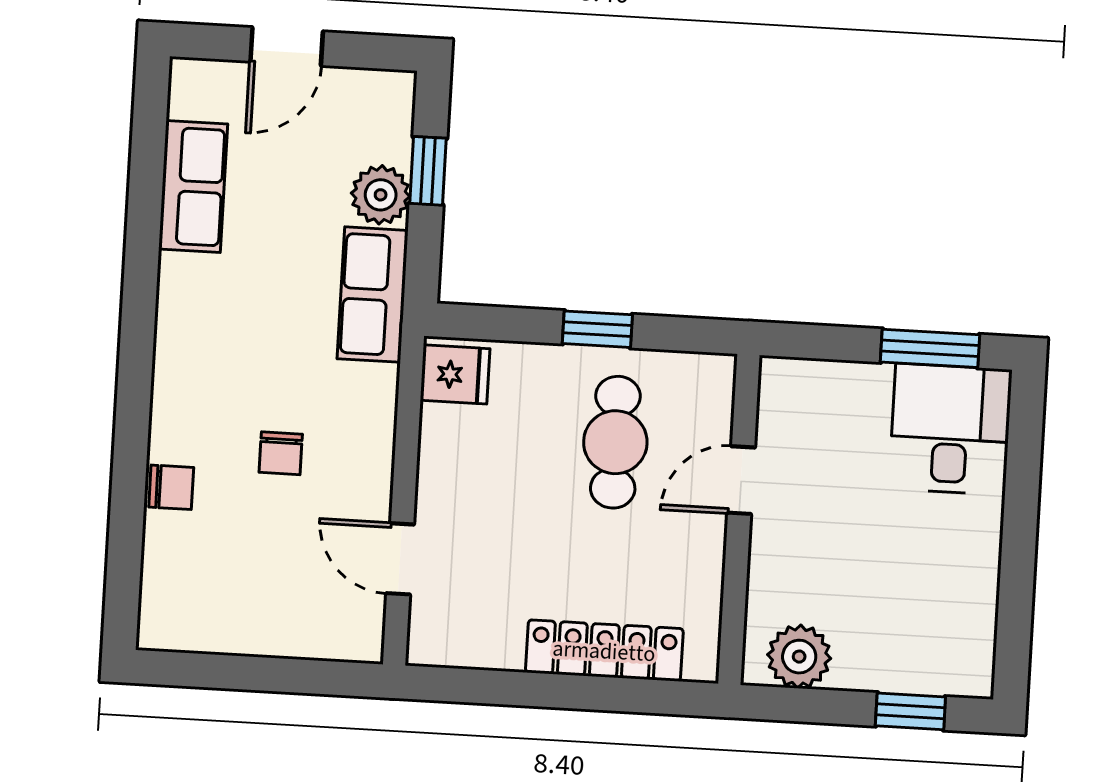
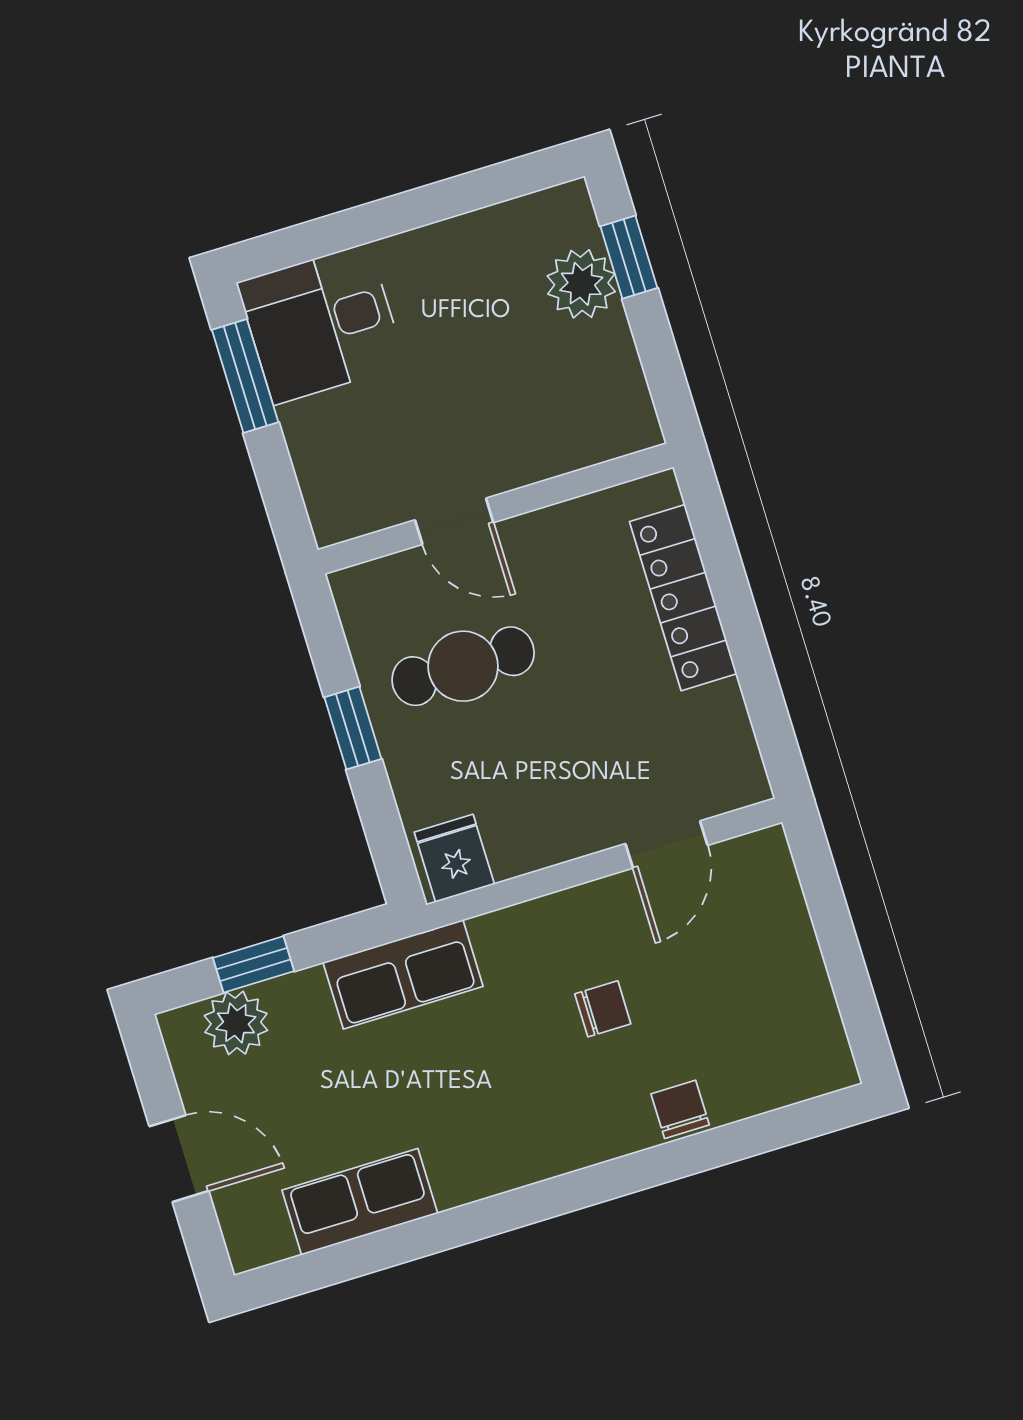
plant: (381, 195) -> (236, 1023), moved
plant: (799, 657) -> (581, 284), moved

